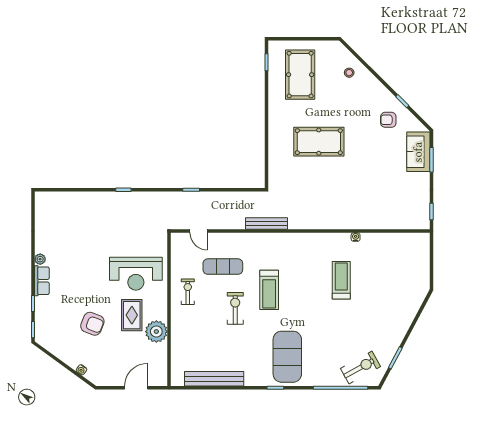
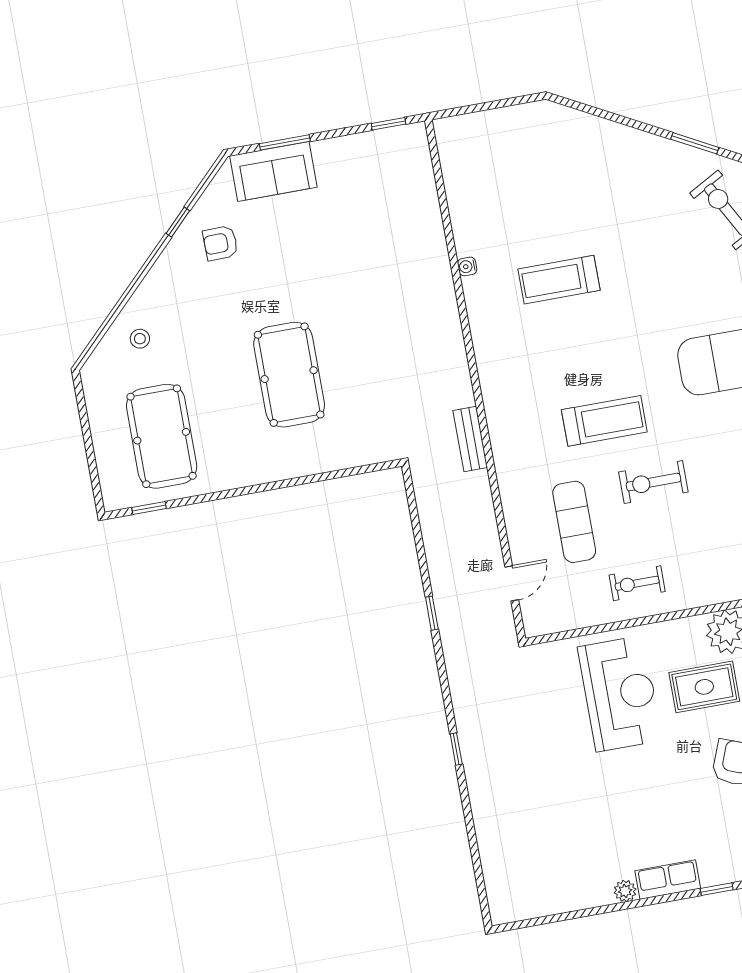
pool table: (300, 75) -> (162, 436), turned 90
armchair: (388, 120) -> (220, 243), turned 89
bench: (266, 224) -> (470, 439), width x0.73

